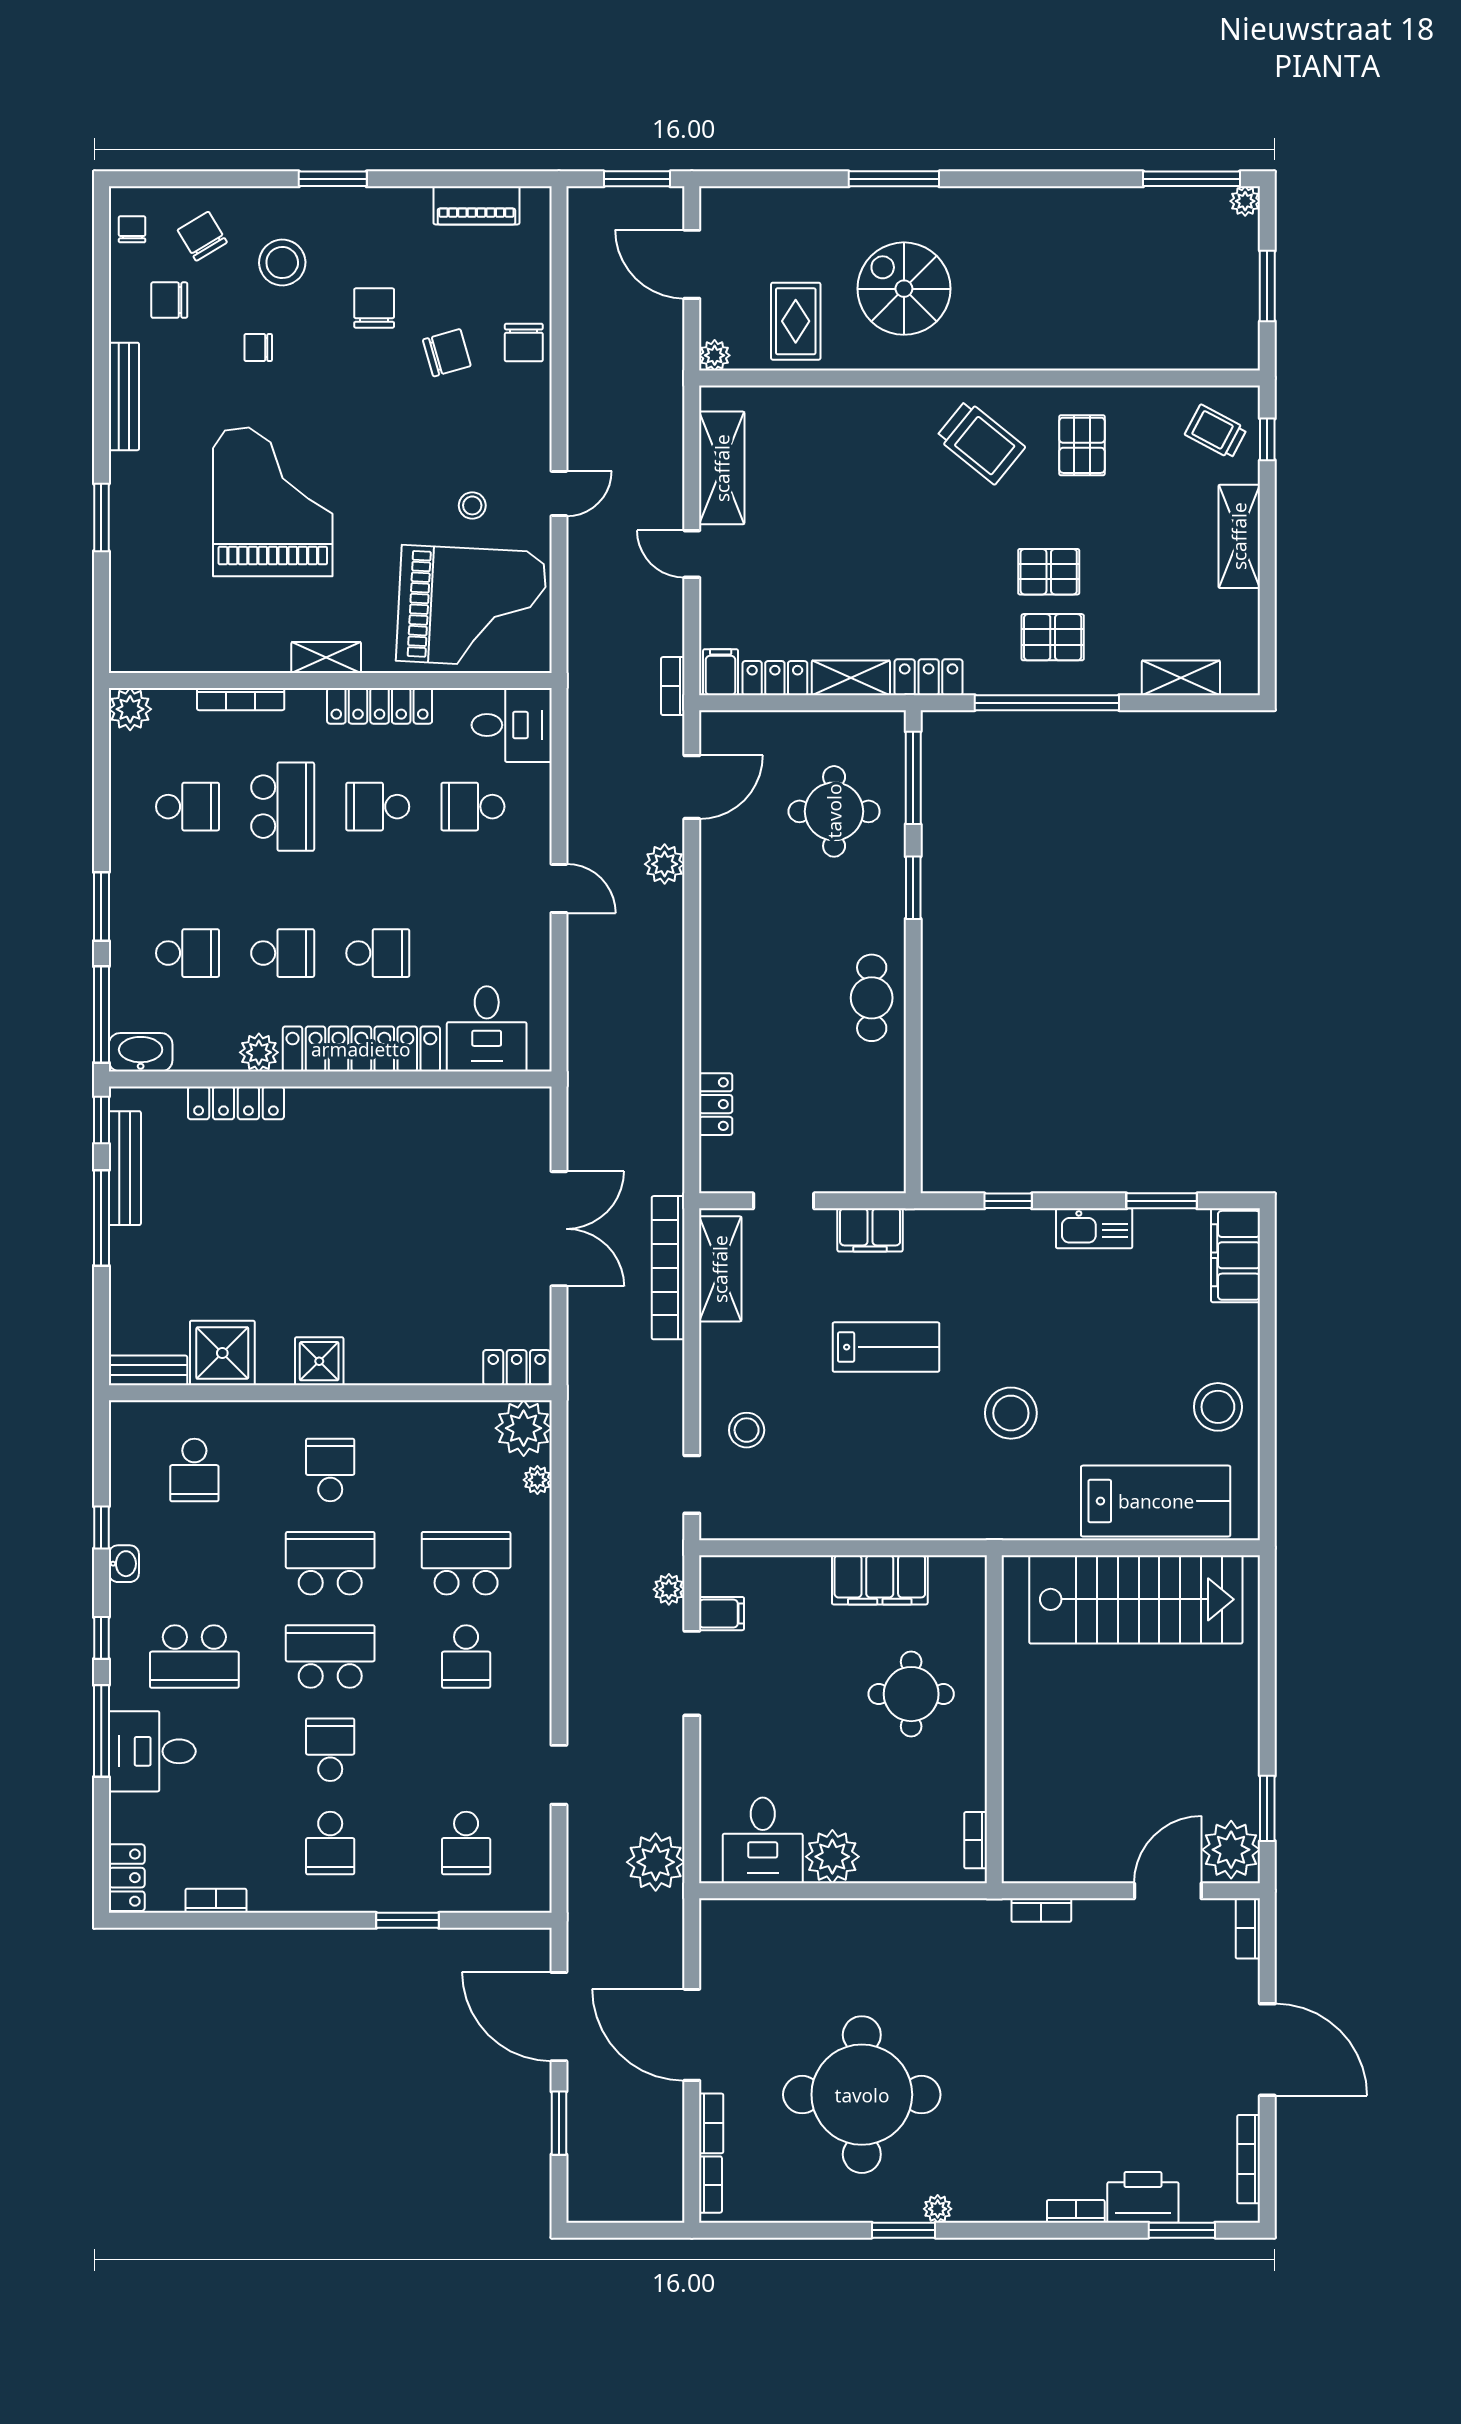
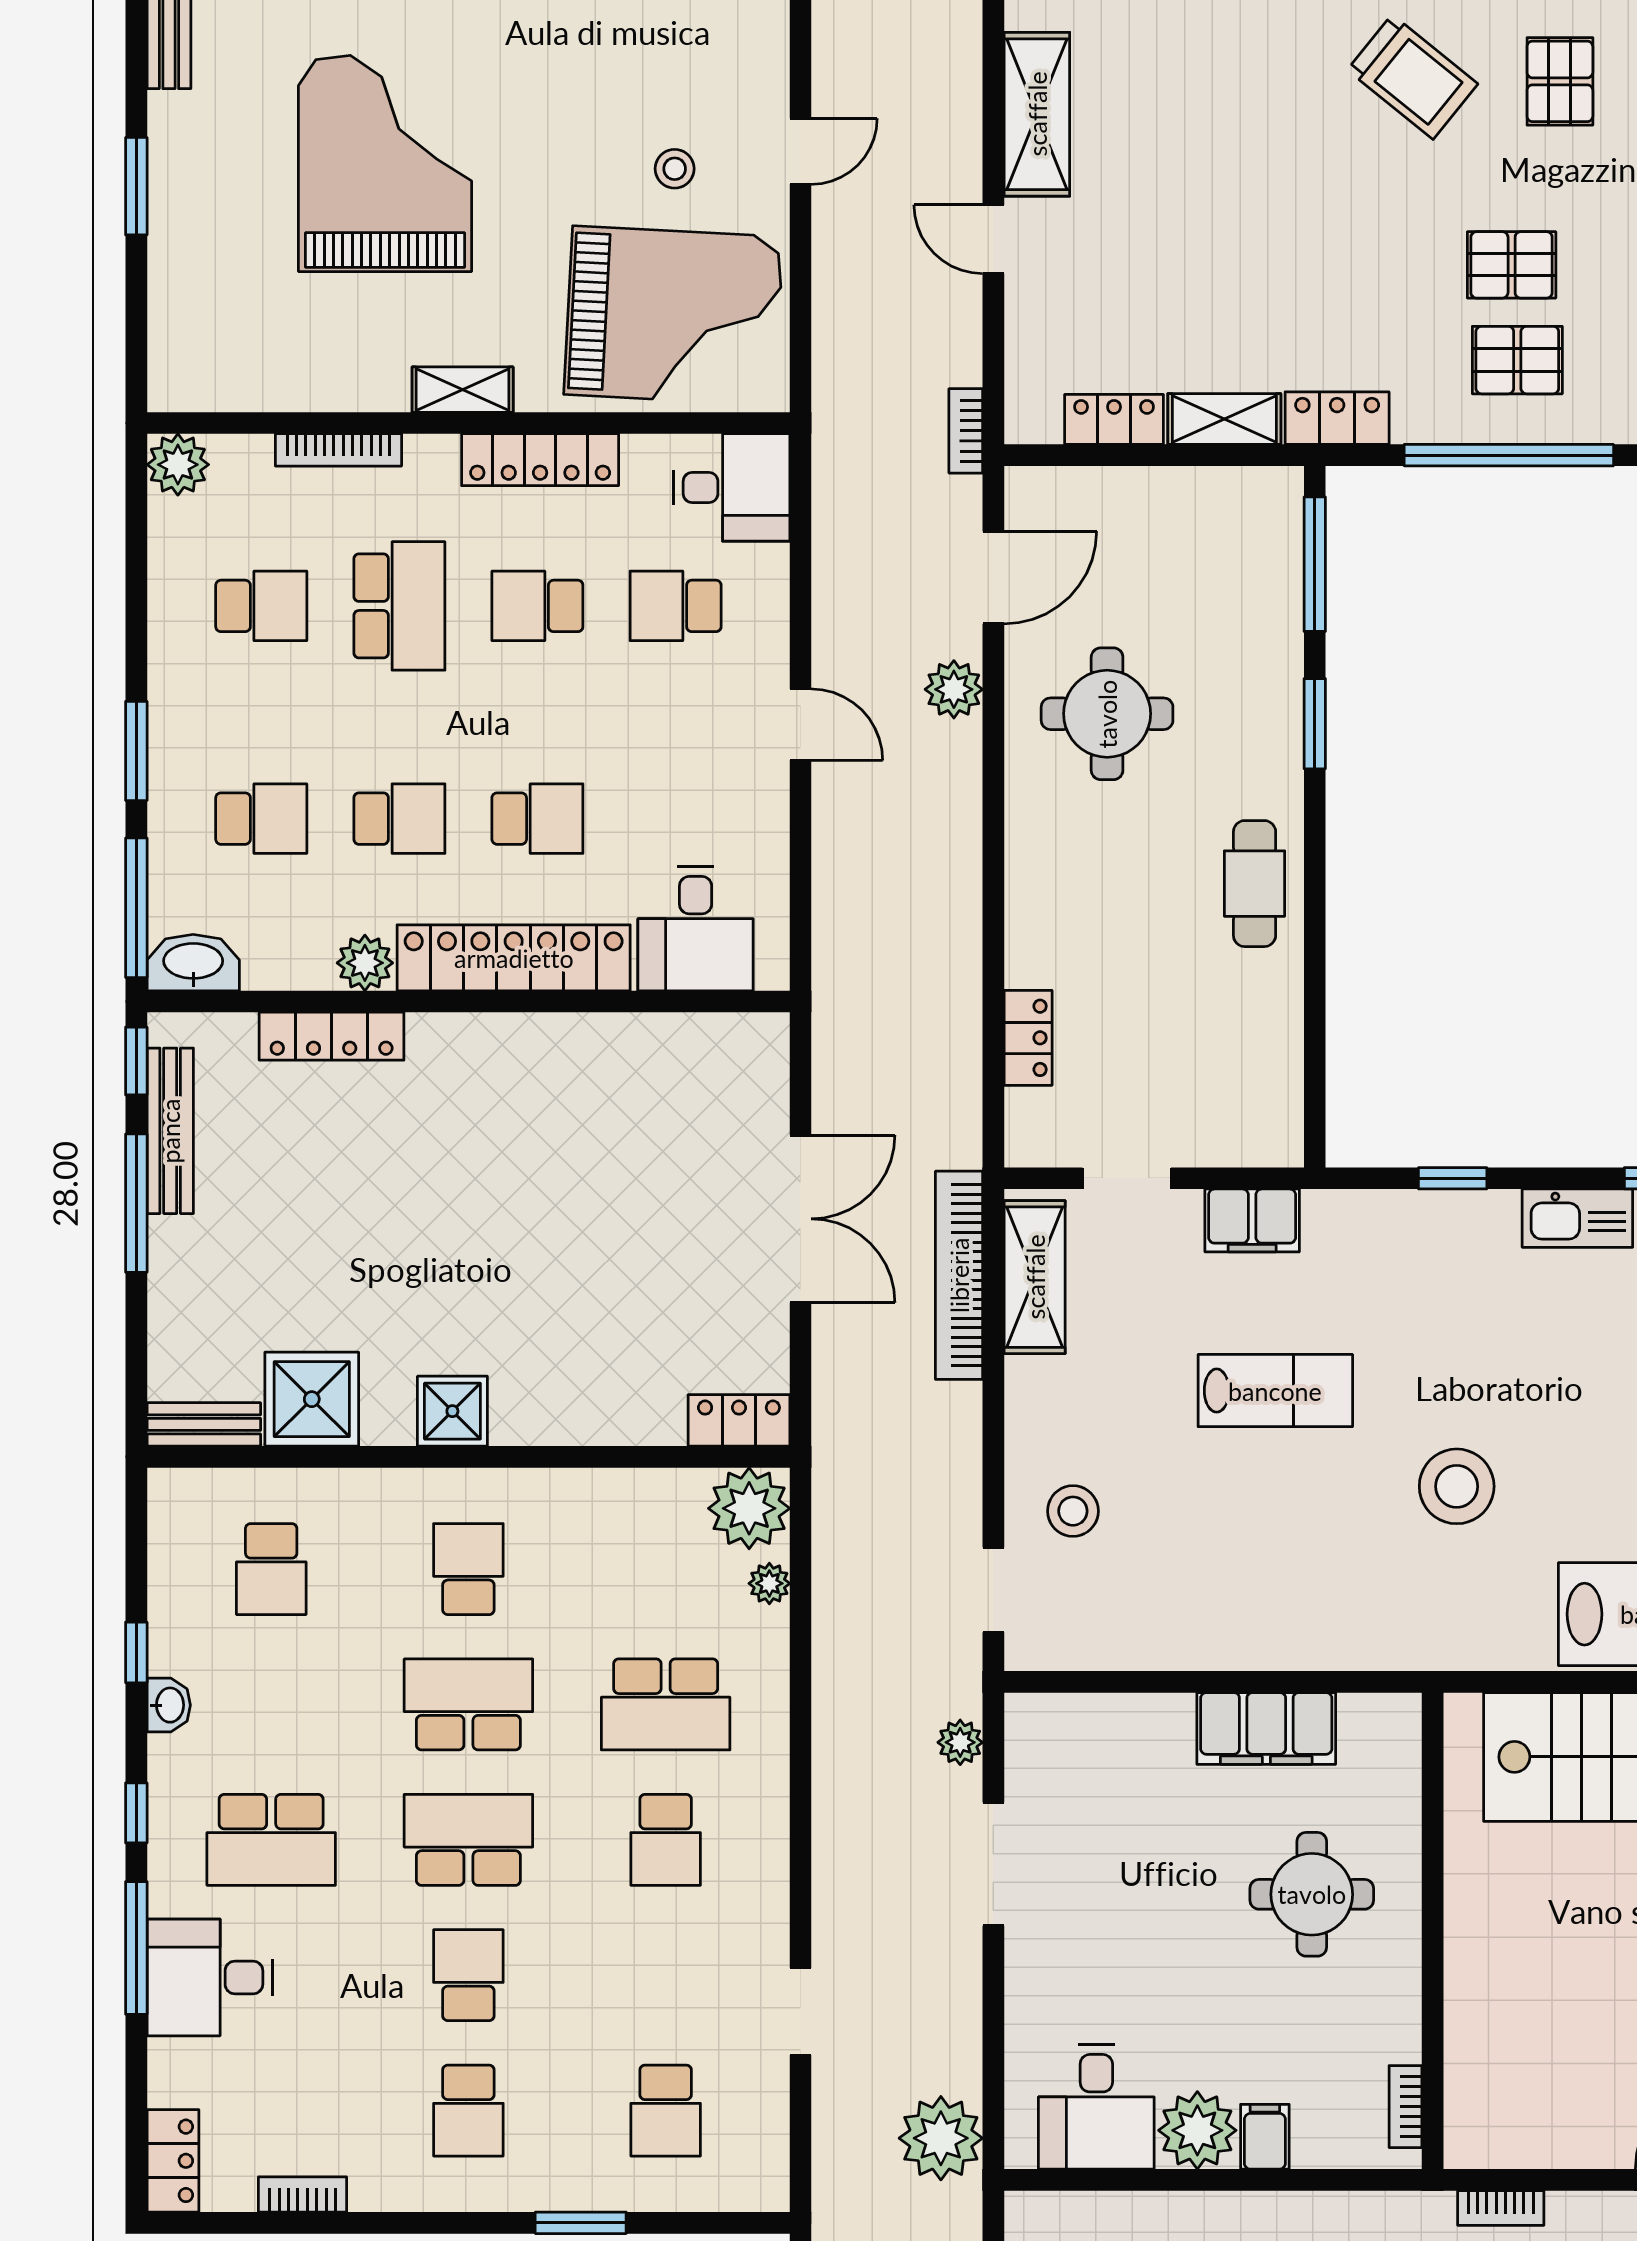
filing cabinet: (721, 672) -> (1035, 411), removed
round table: (834, 811) -> (1107, 714), moved
school desk: (466, 1563) -> (666, 1704), turned 180
filing cabinet: (722, 1614) -> (1265, 2137), moved, turned -90

